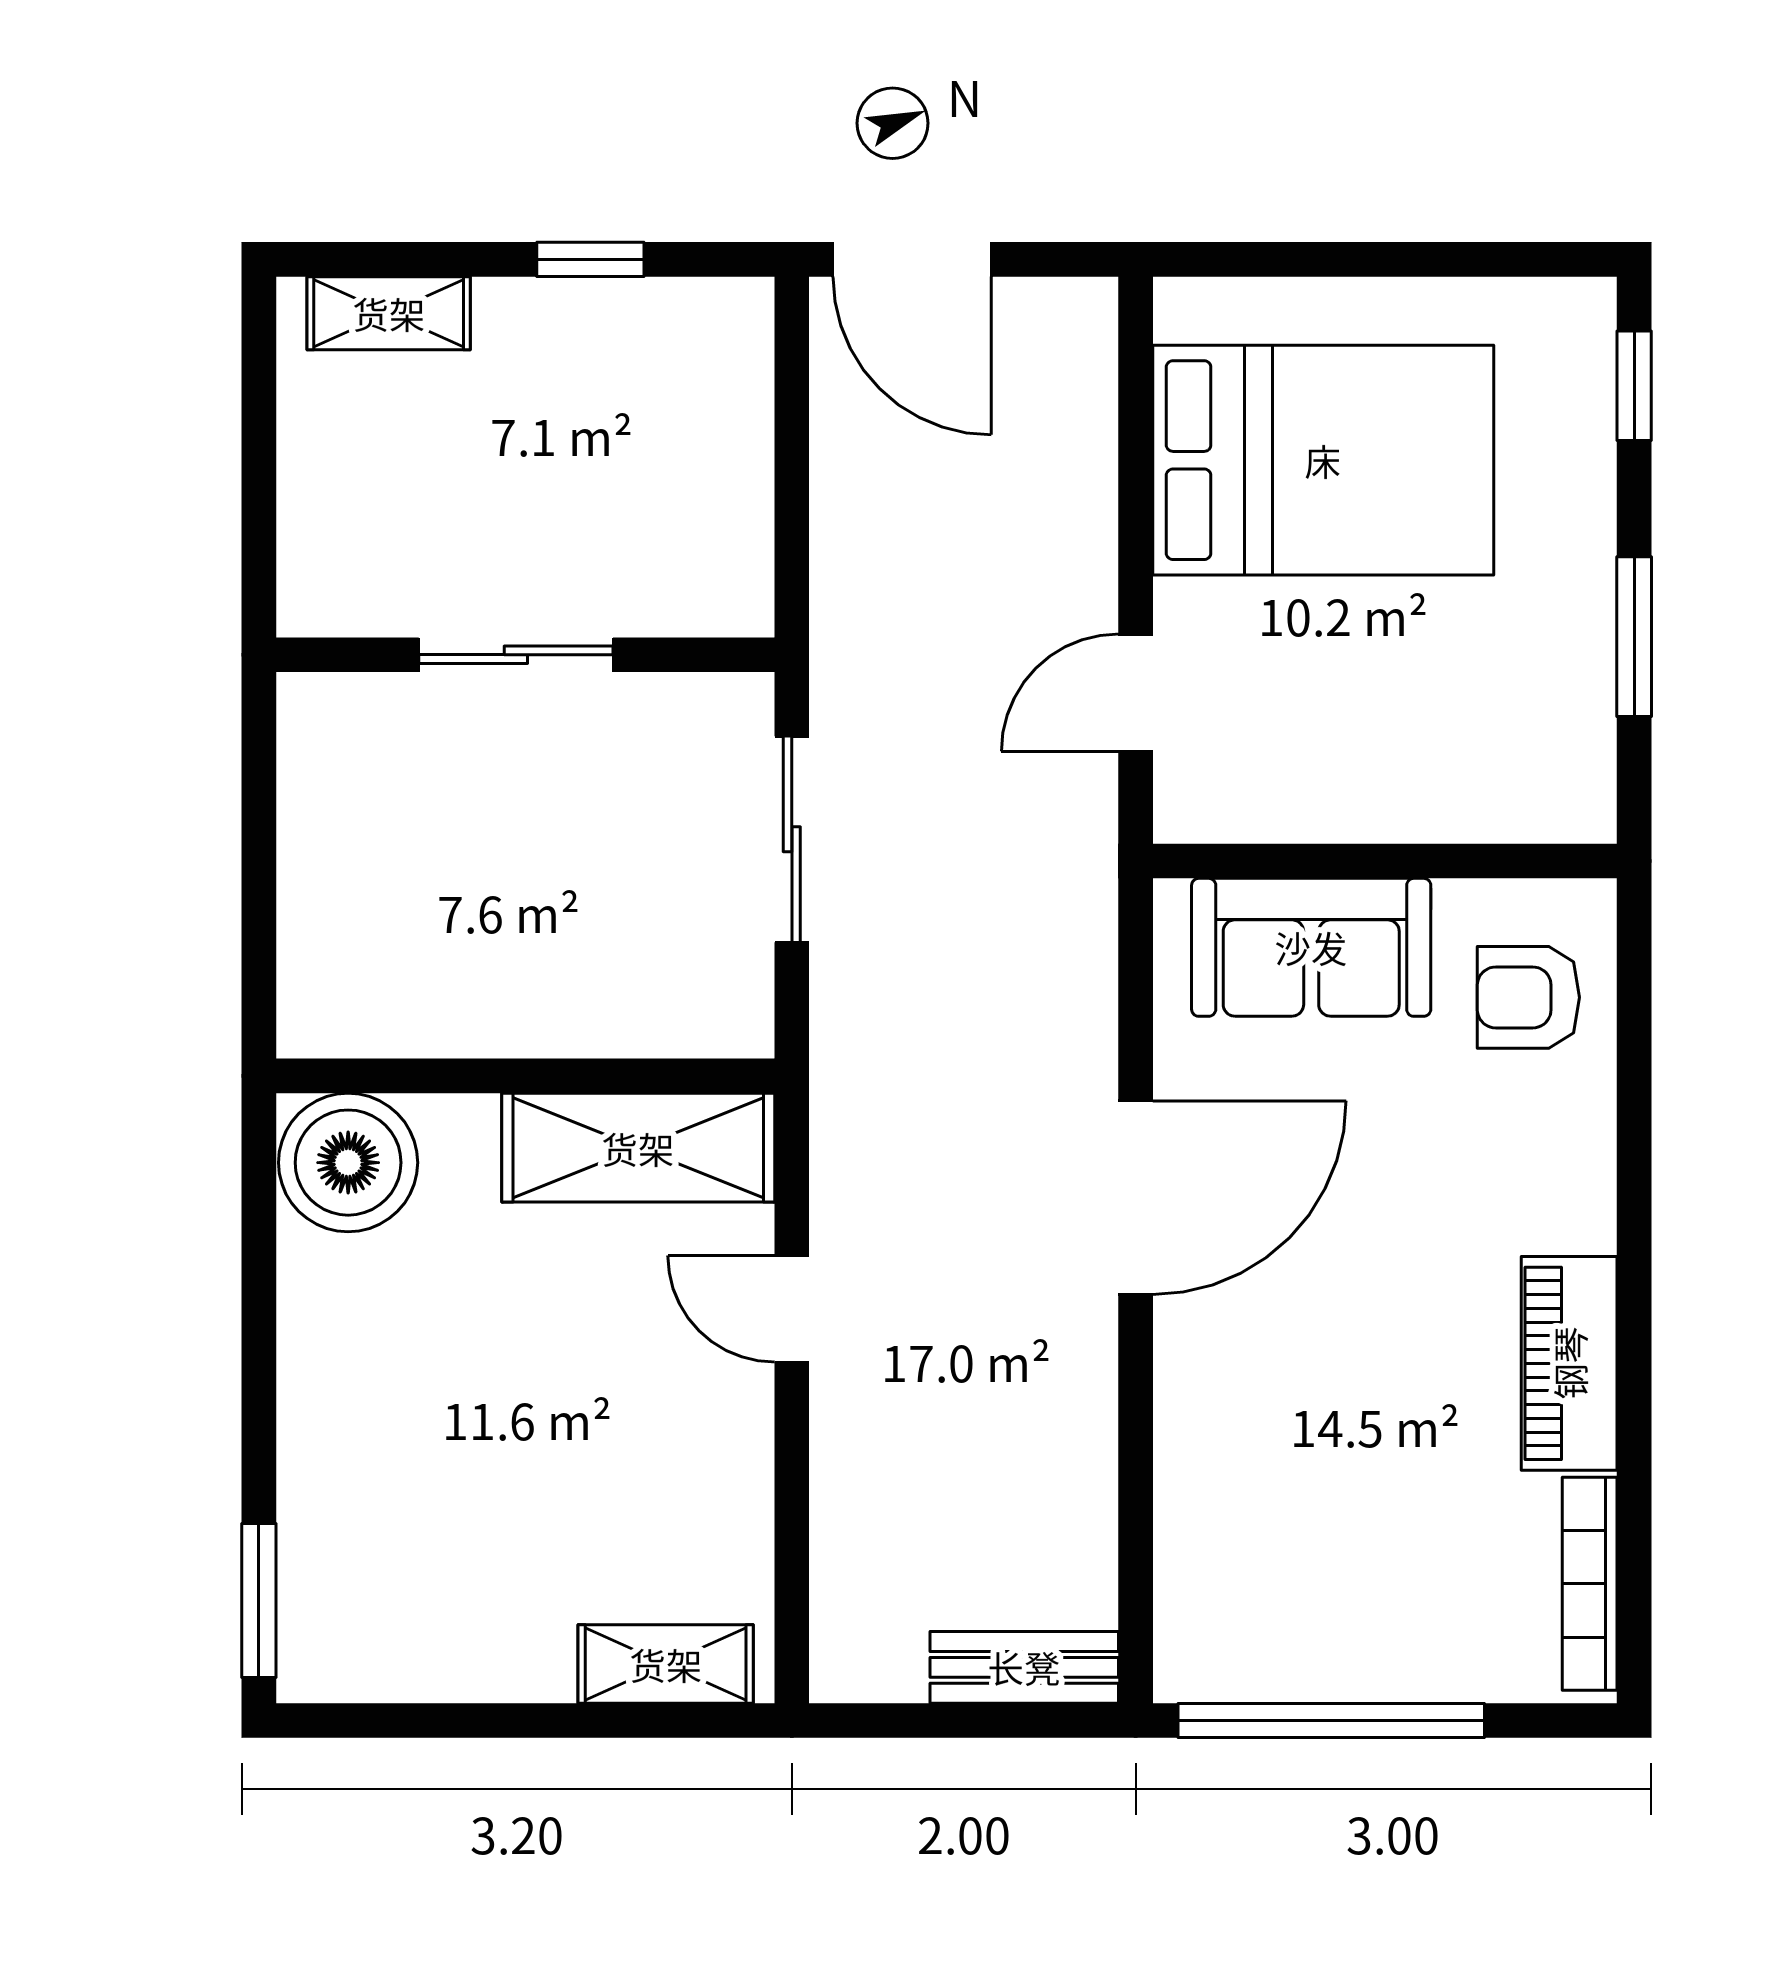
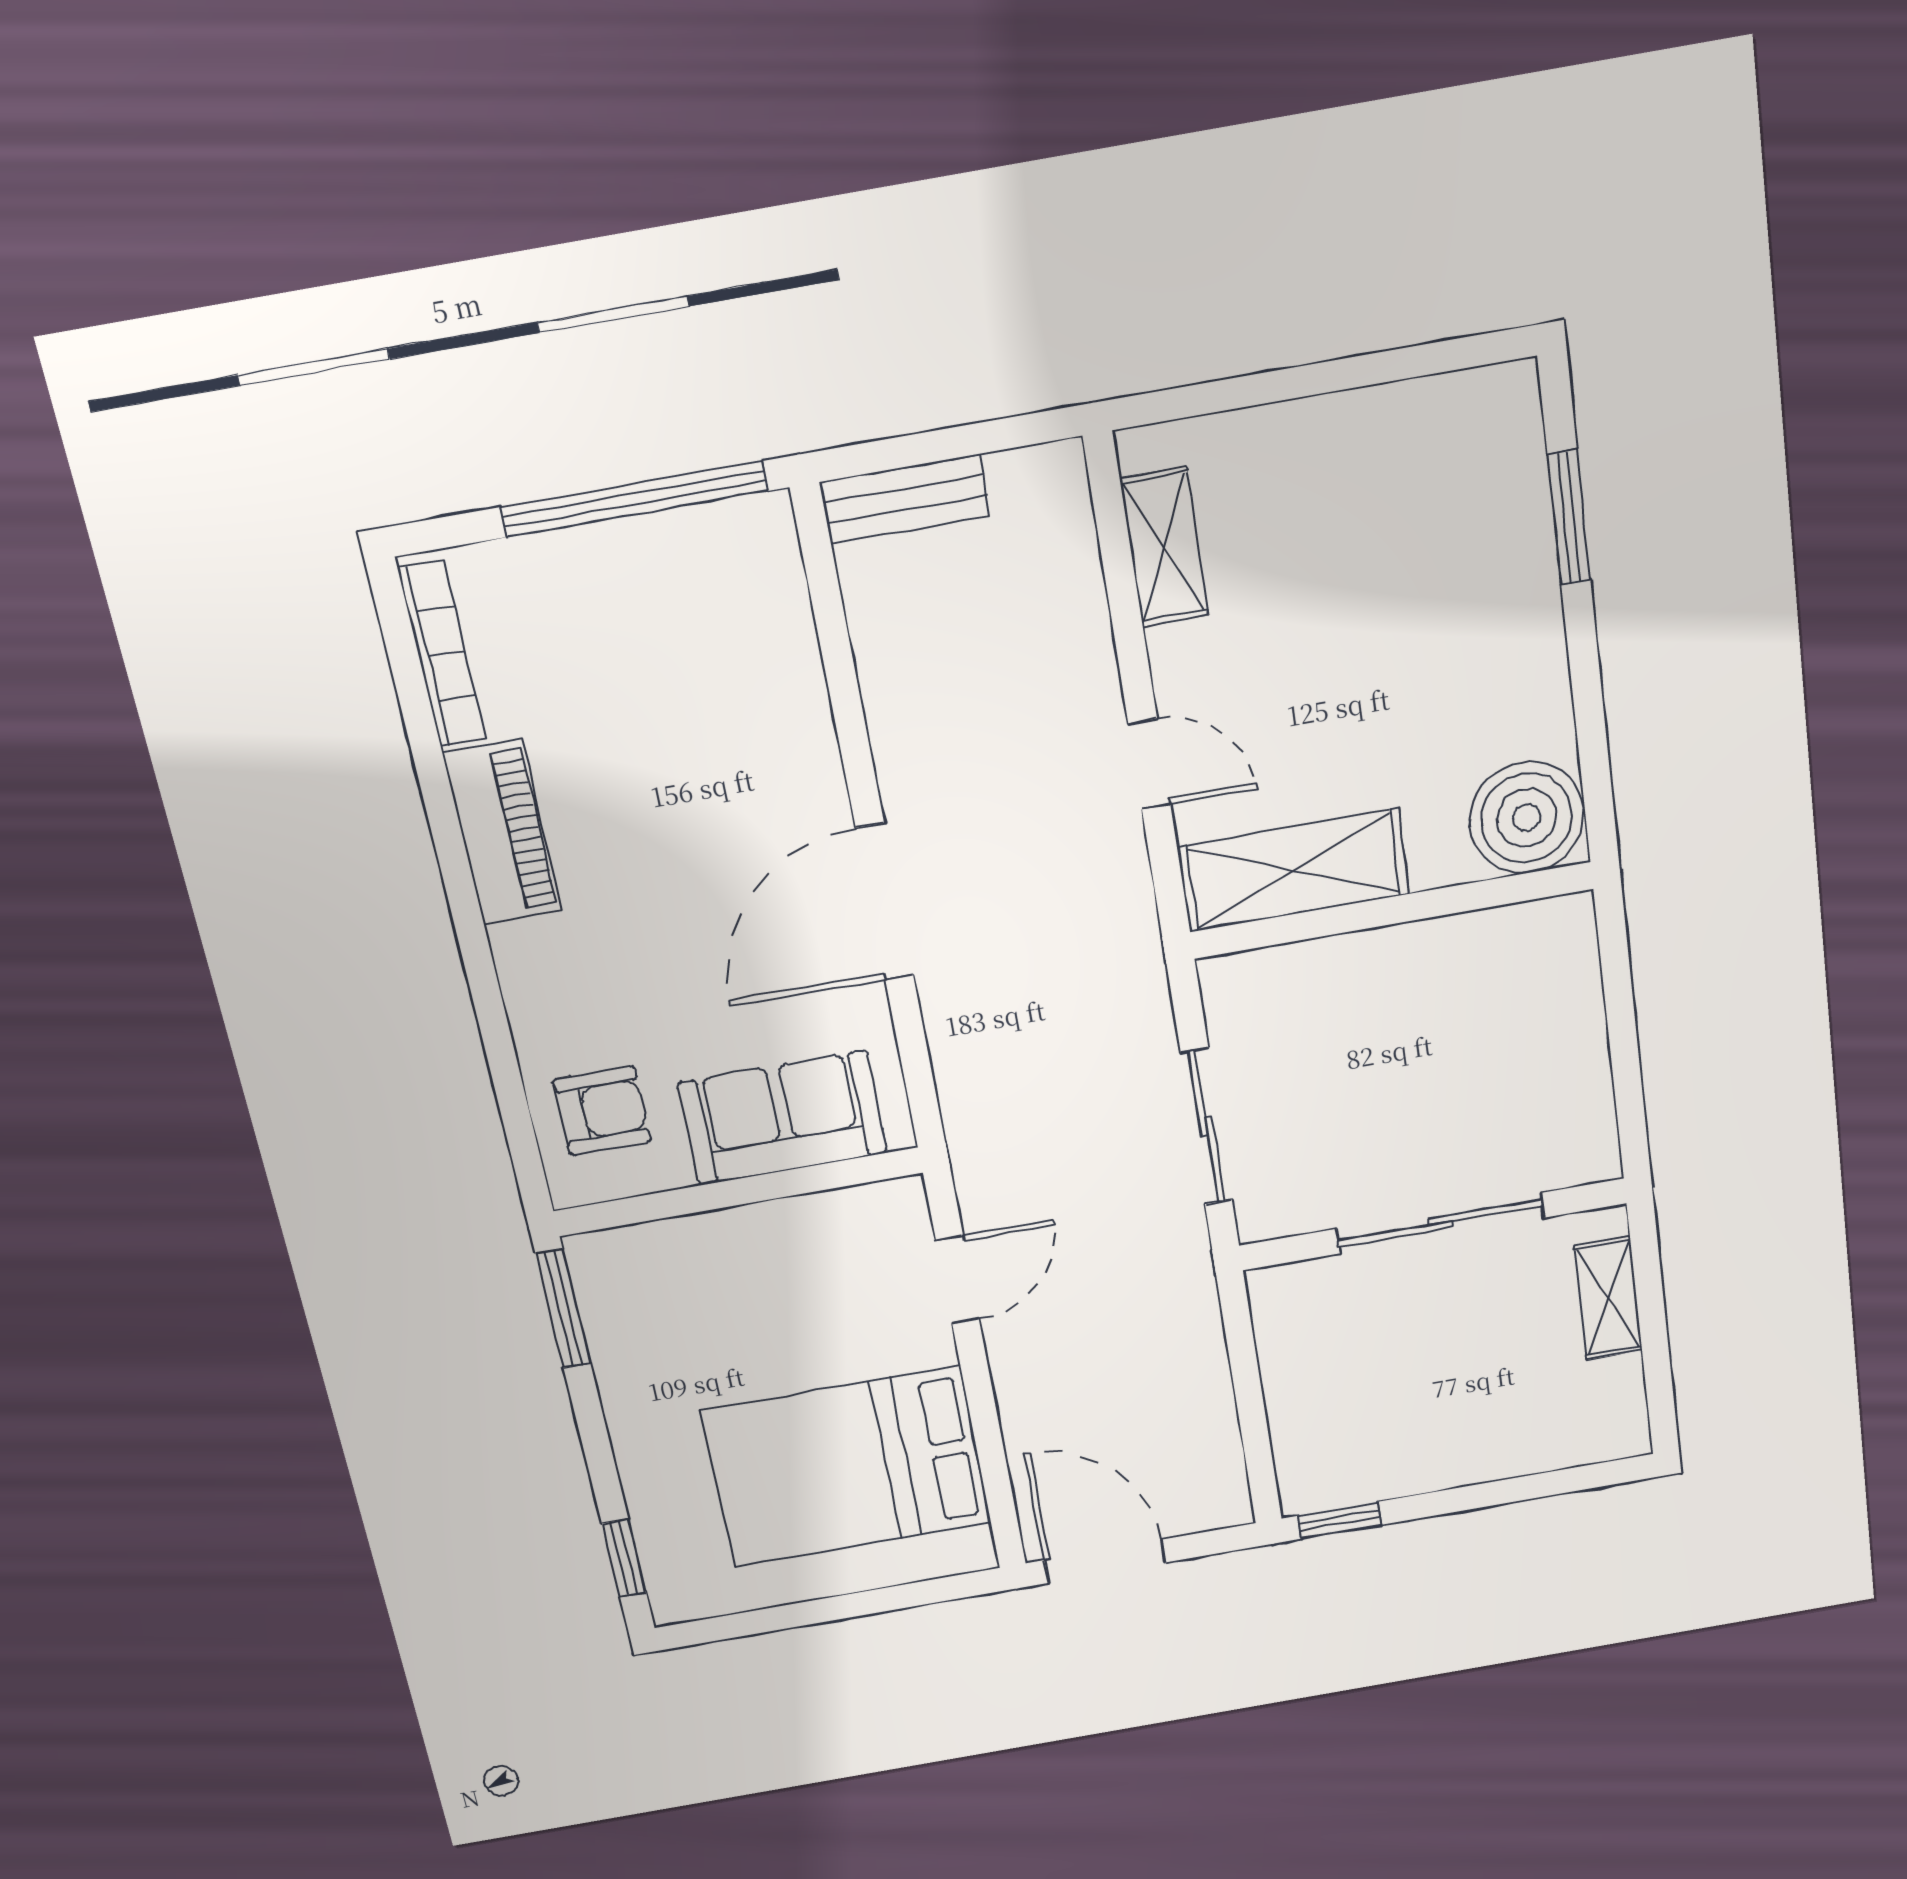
window: (590, 259) -> (1339, 1520), moved
door: (912, 259) -> (1105, 1561), moved
shelving: (389, 313) -> (1608, 1298), moved, turned 90
window: (1634, 637) -> (563, 1309), moved
sliding door: (516, 655) -> (1440, 1223), width x1.37
window: (259, 1601) -> (1569, 517), moved
shelving: (666, 1664) -> (1164, 547), moved, turned 90

